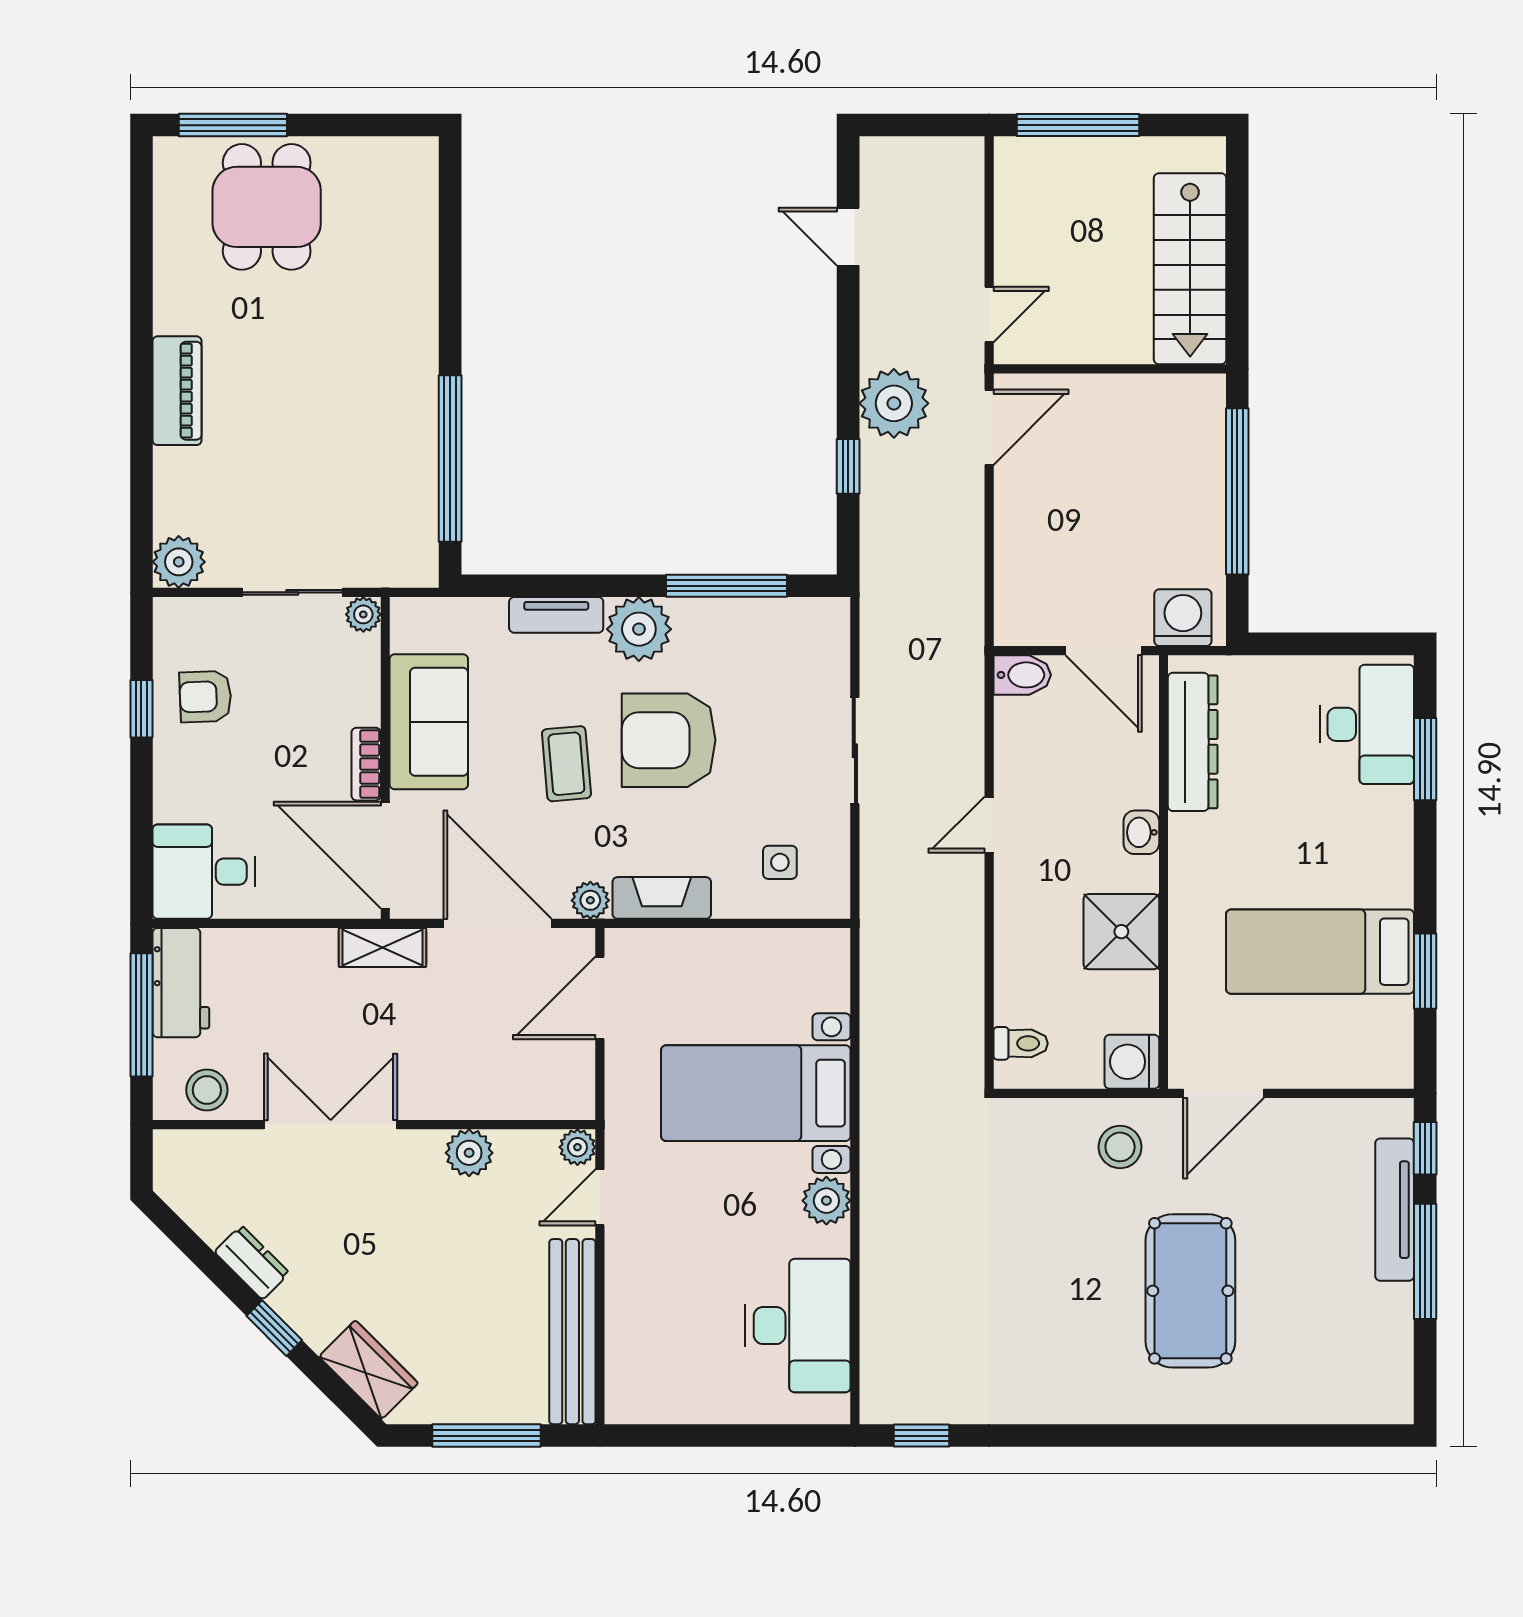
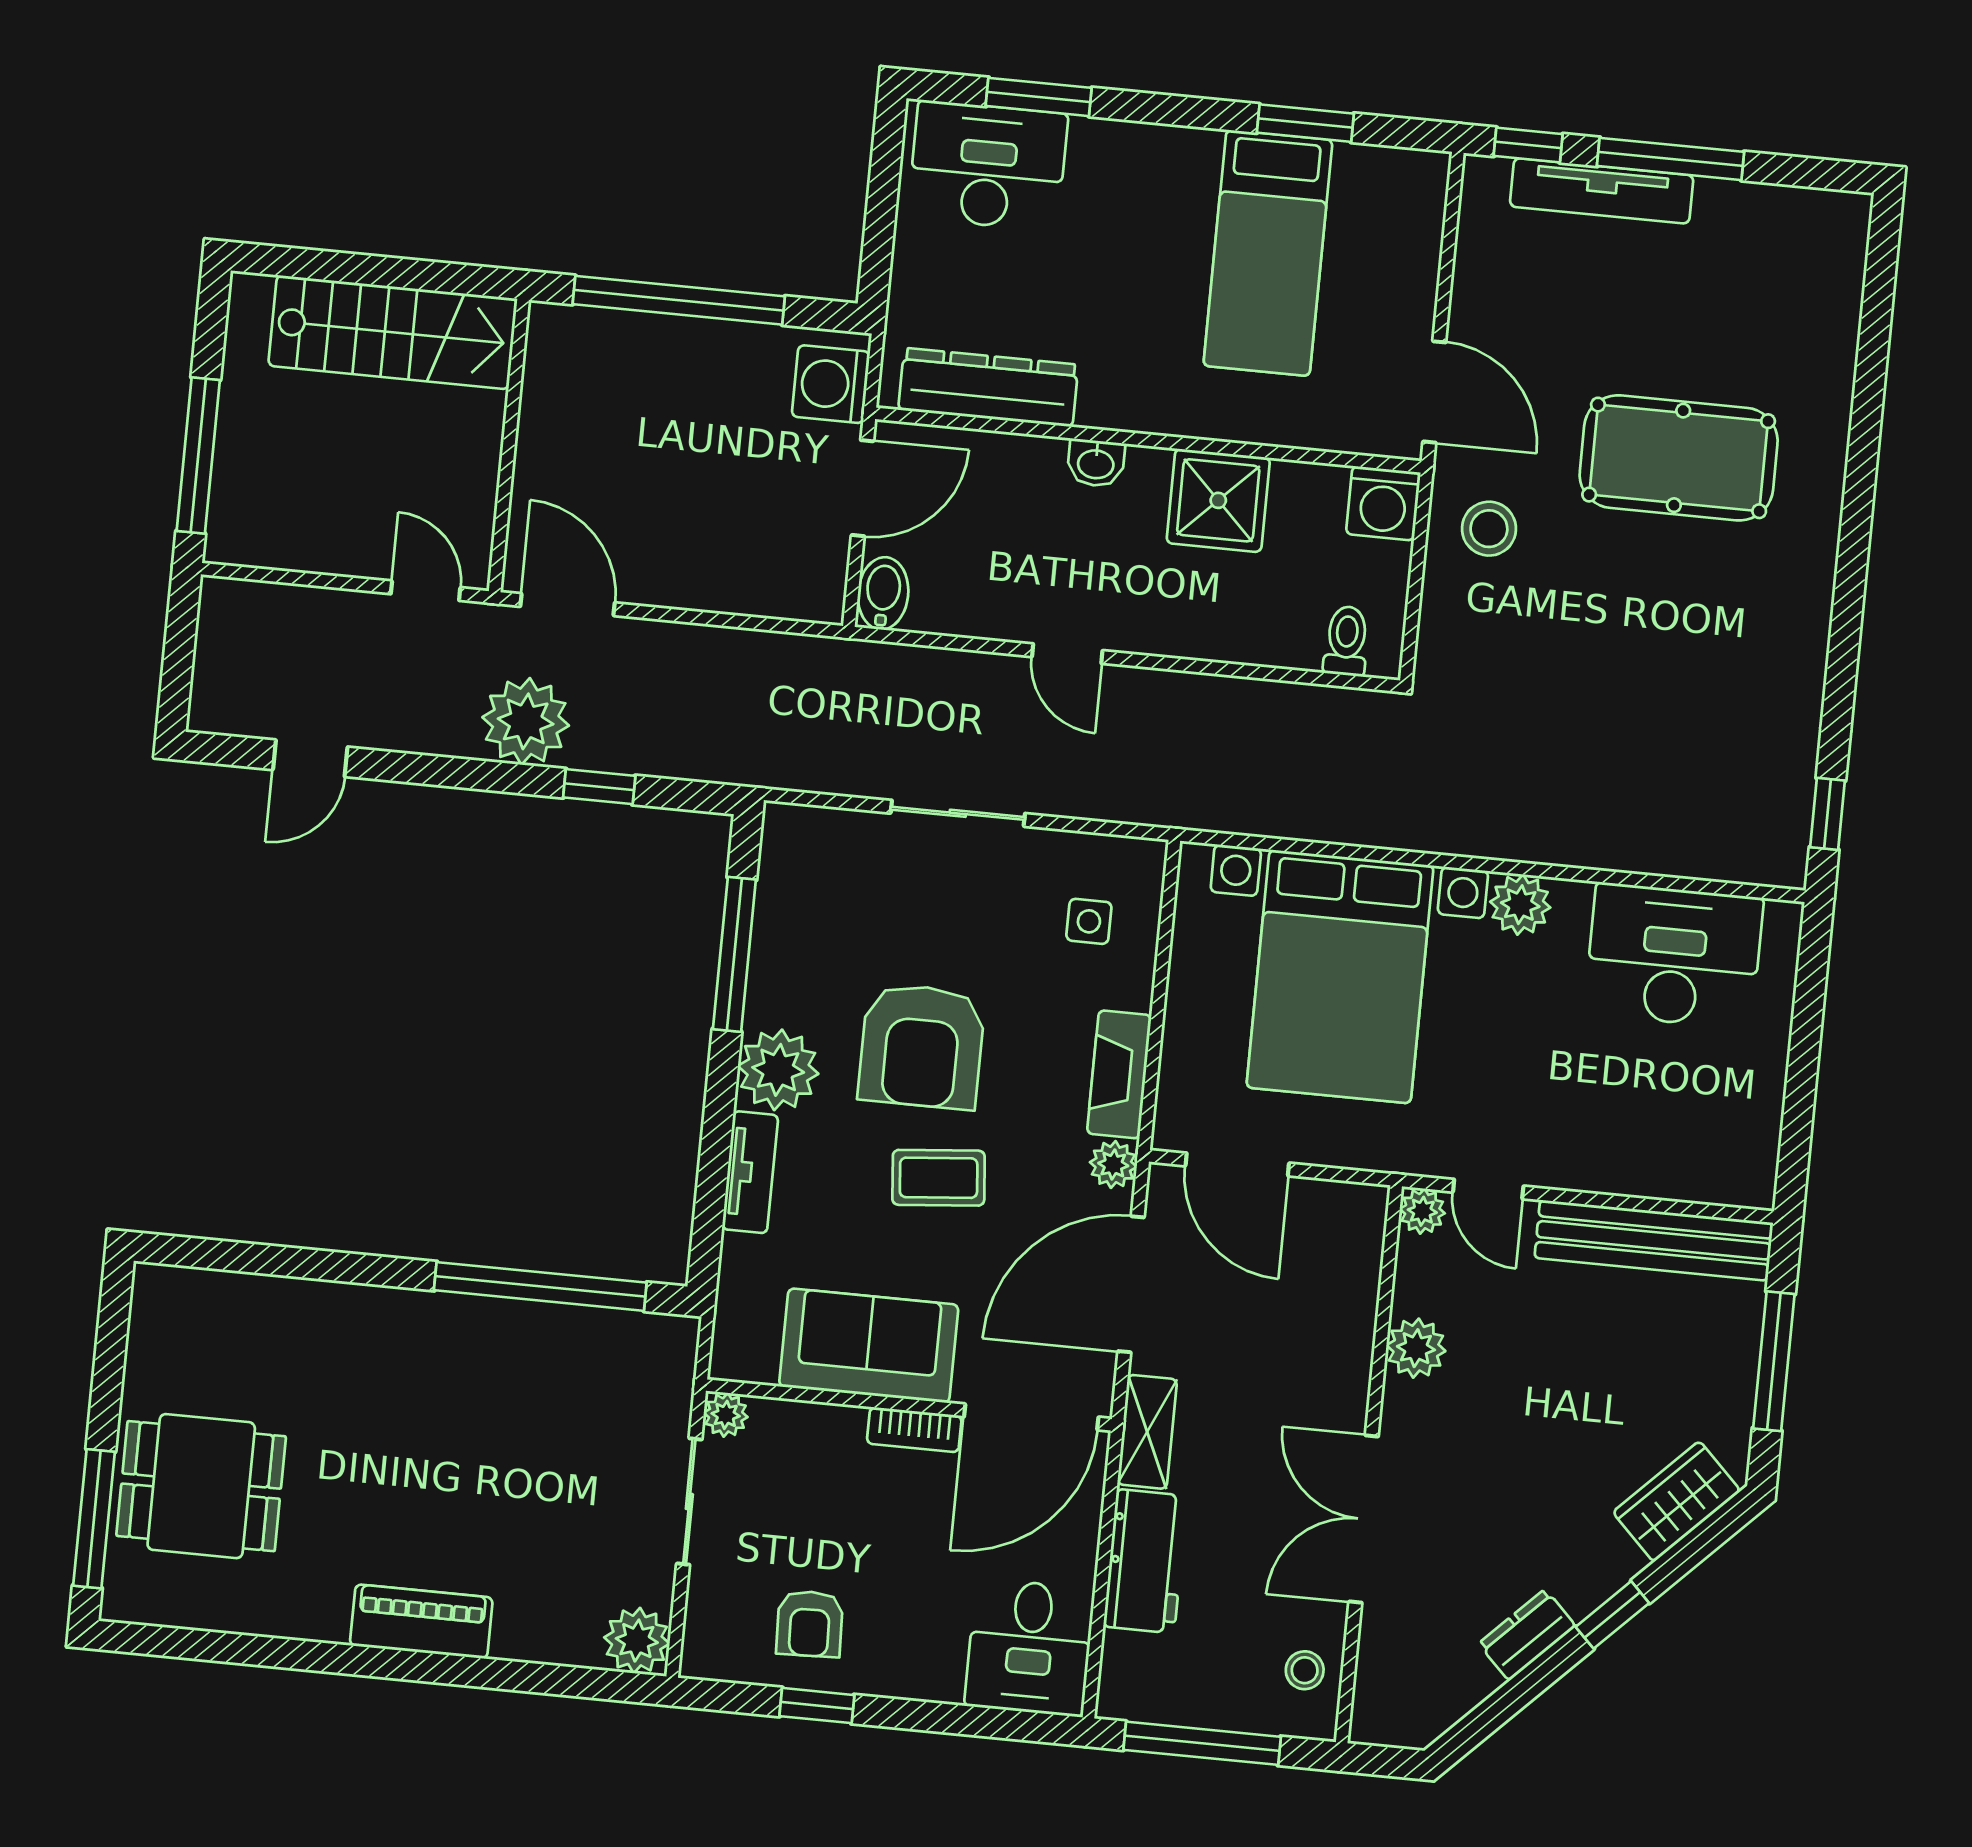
workbench: (181, 983) -> (1145, 1561), moved, turned 90
stool: (207, 1090) -> (1305, 1670), width x0.73, depth x0.73
bed with nightstands: (756, 1093) -> (1340, 977), width x1.36

